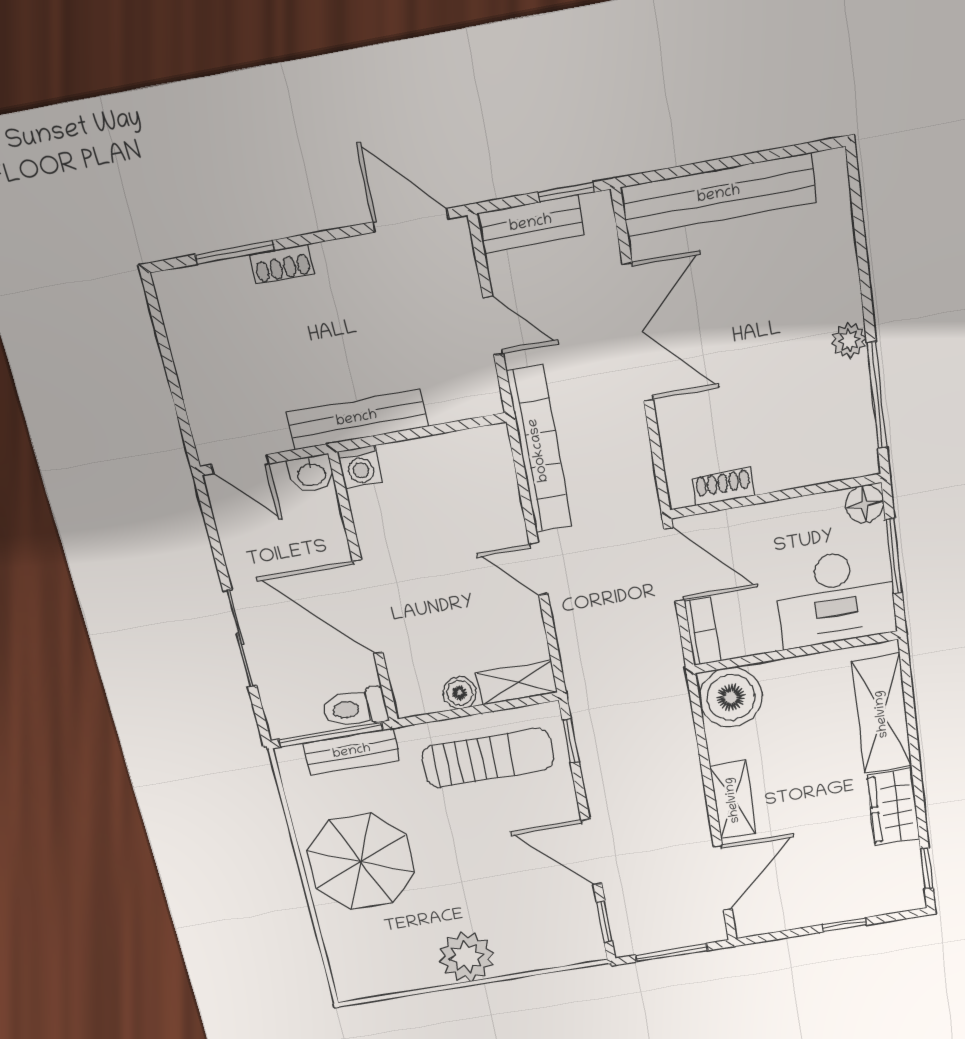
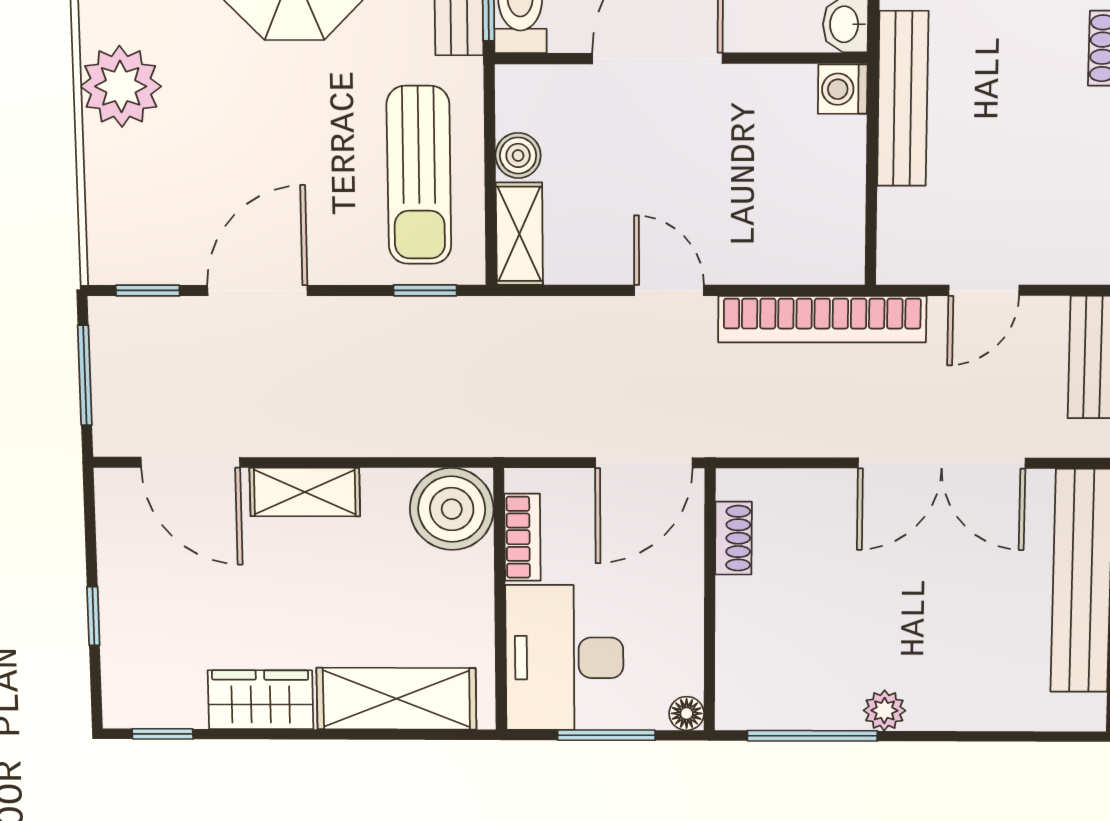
floor lamp: (865, 504) -> (687, 713), width x0.73, depth x0.73
door: (539, 569) -> (669, 290), hinge flipped
bookcase: (702, 631) -> (522, 537), moved, turned -90

